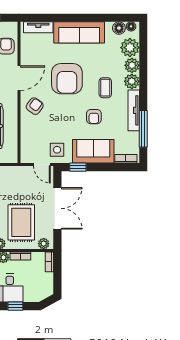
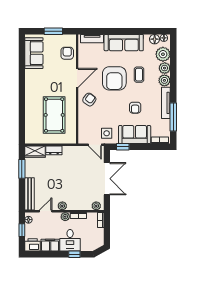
coffee table: (105, 88) -> (139, 75), moved
rug: (21, 222) -> (79, 189), removed

